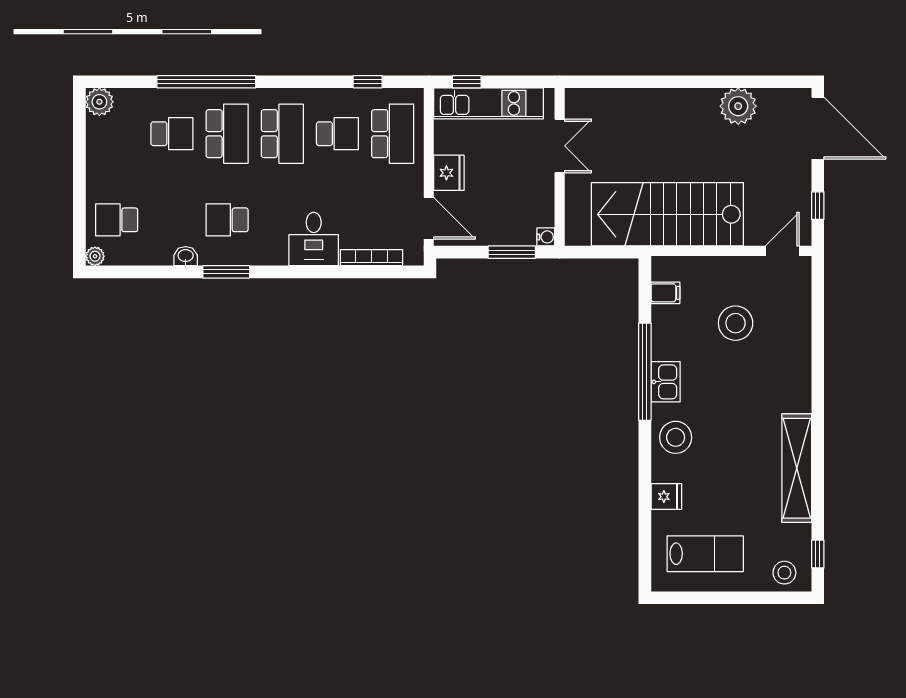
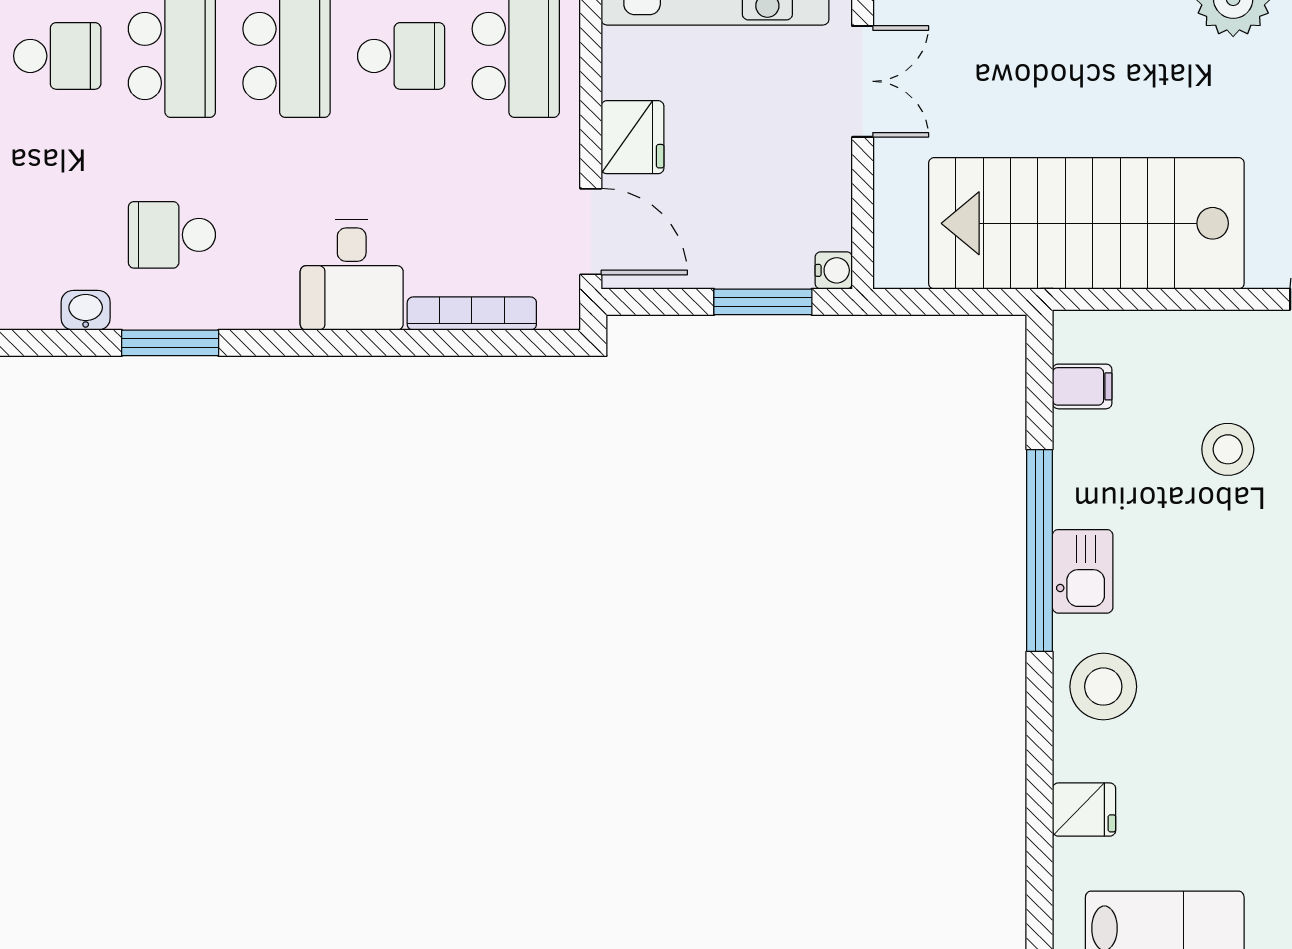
stool: (736, 323) -> (1228, 449), width x0.73, depth x0.73

